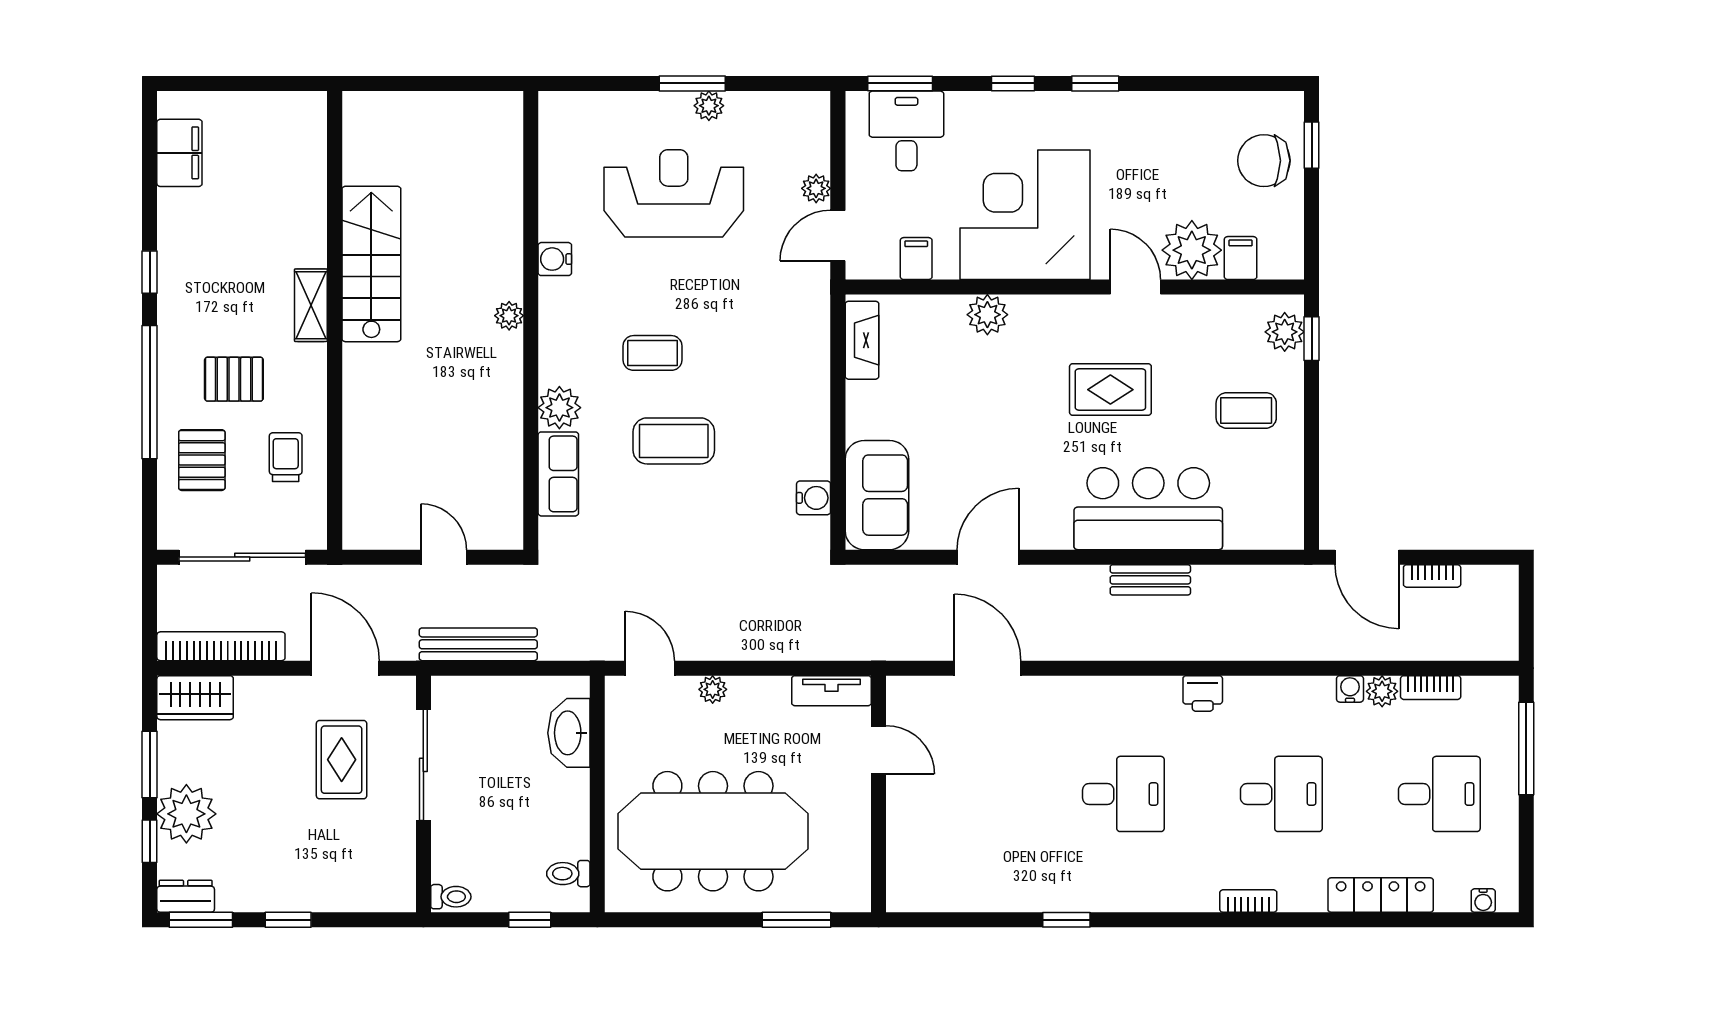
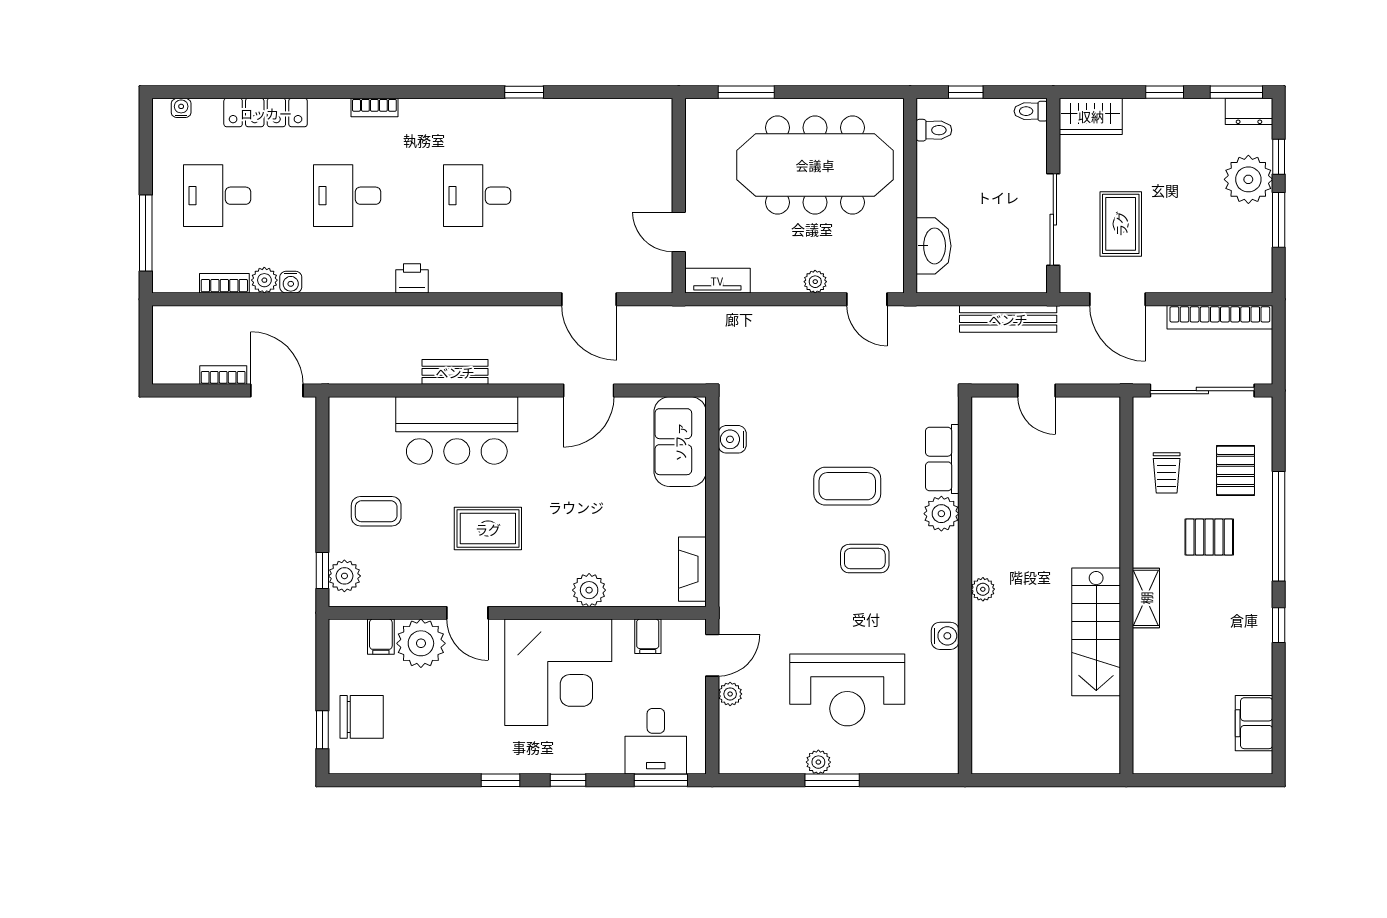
wardrobe: (195, 698) -> (1091, 116), moved, turned 180

